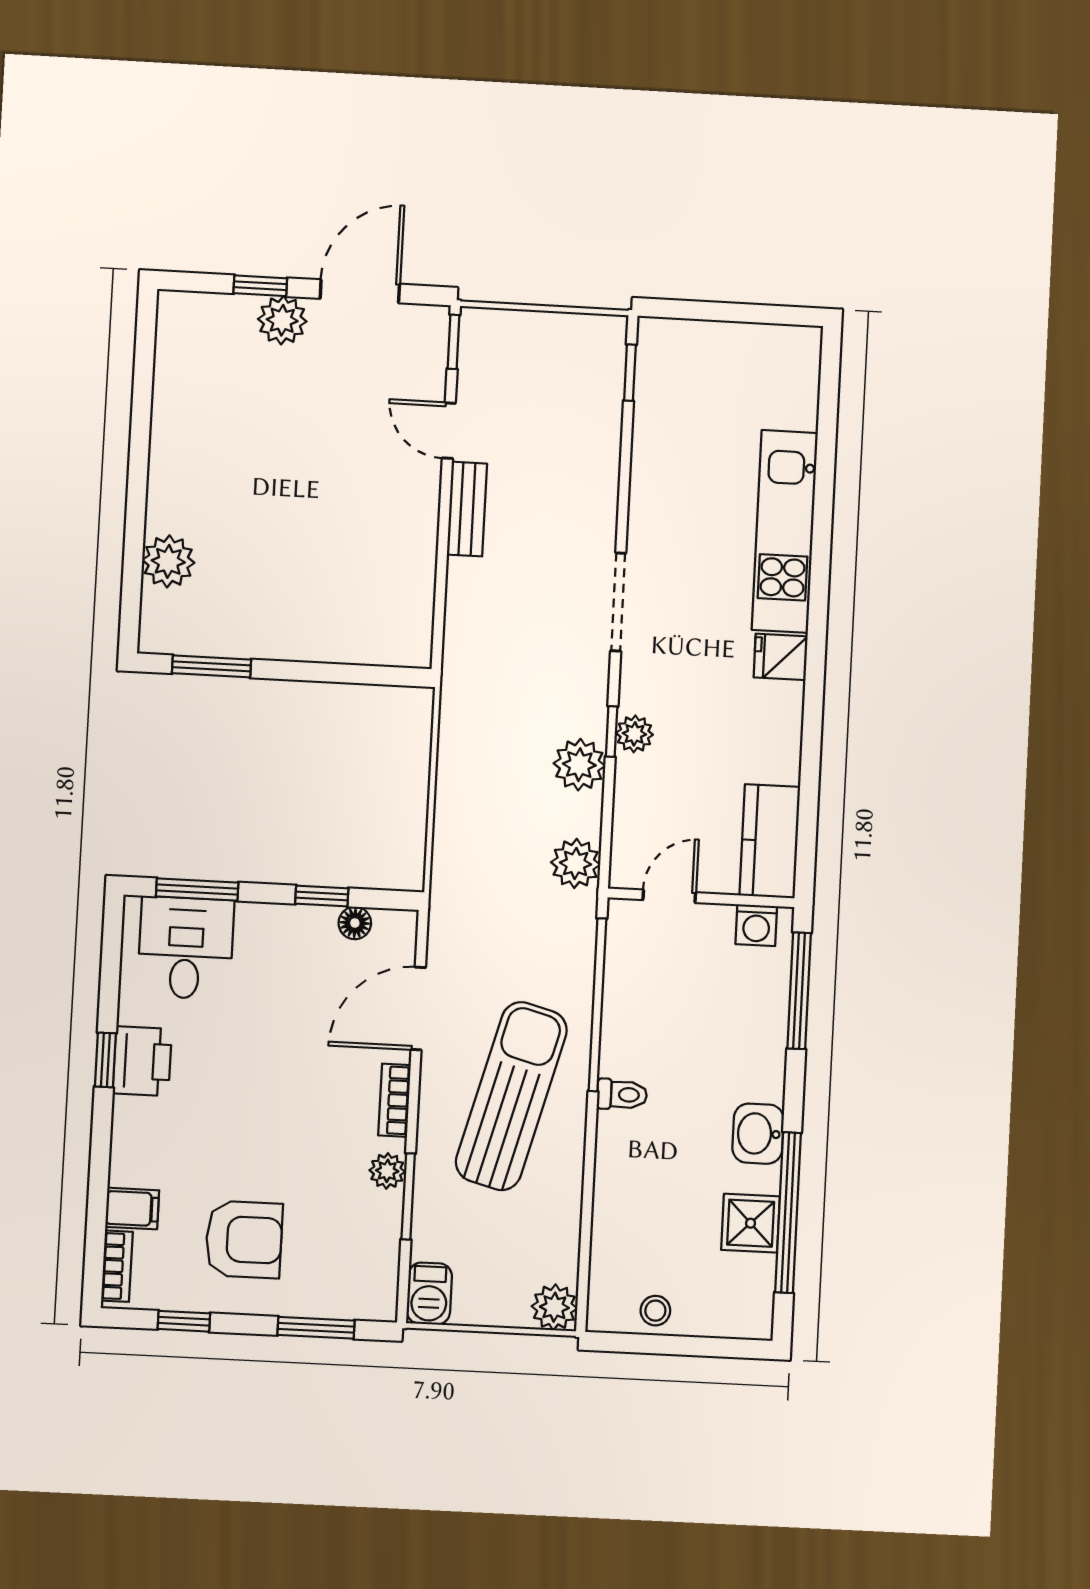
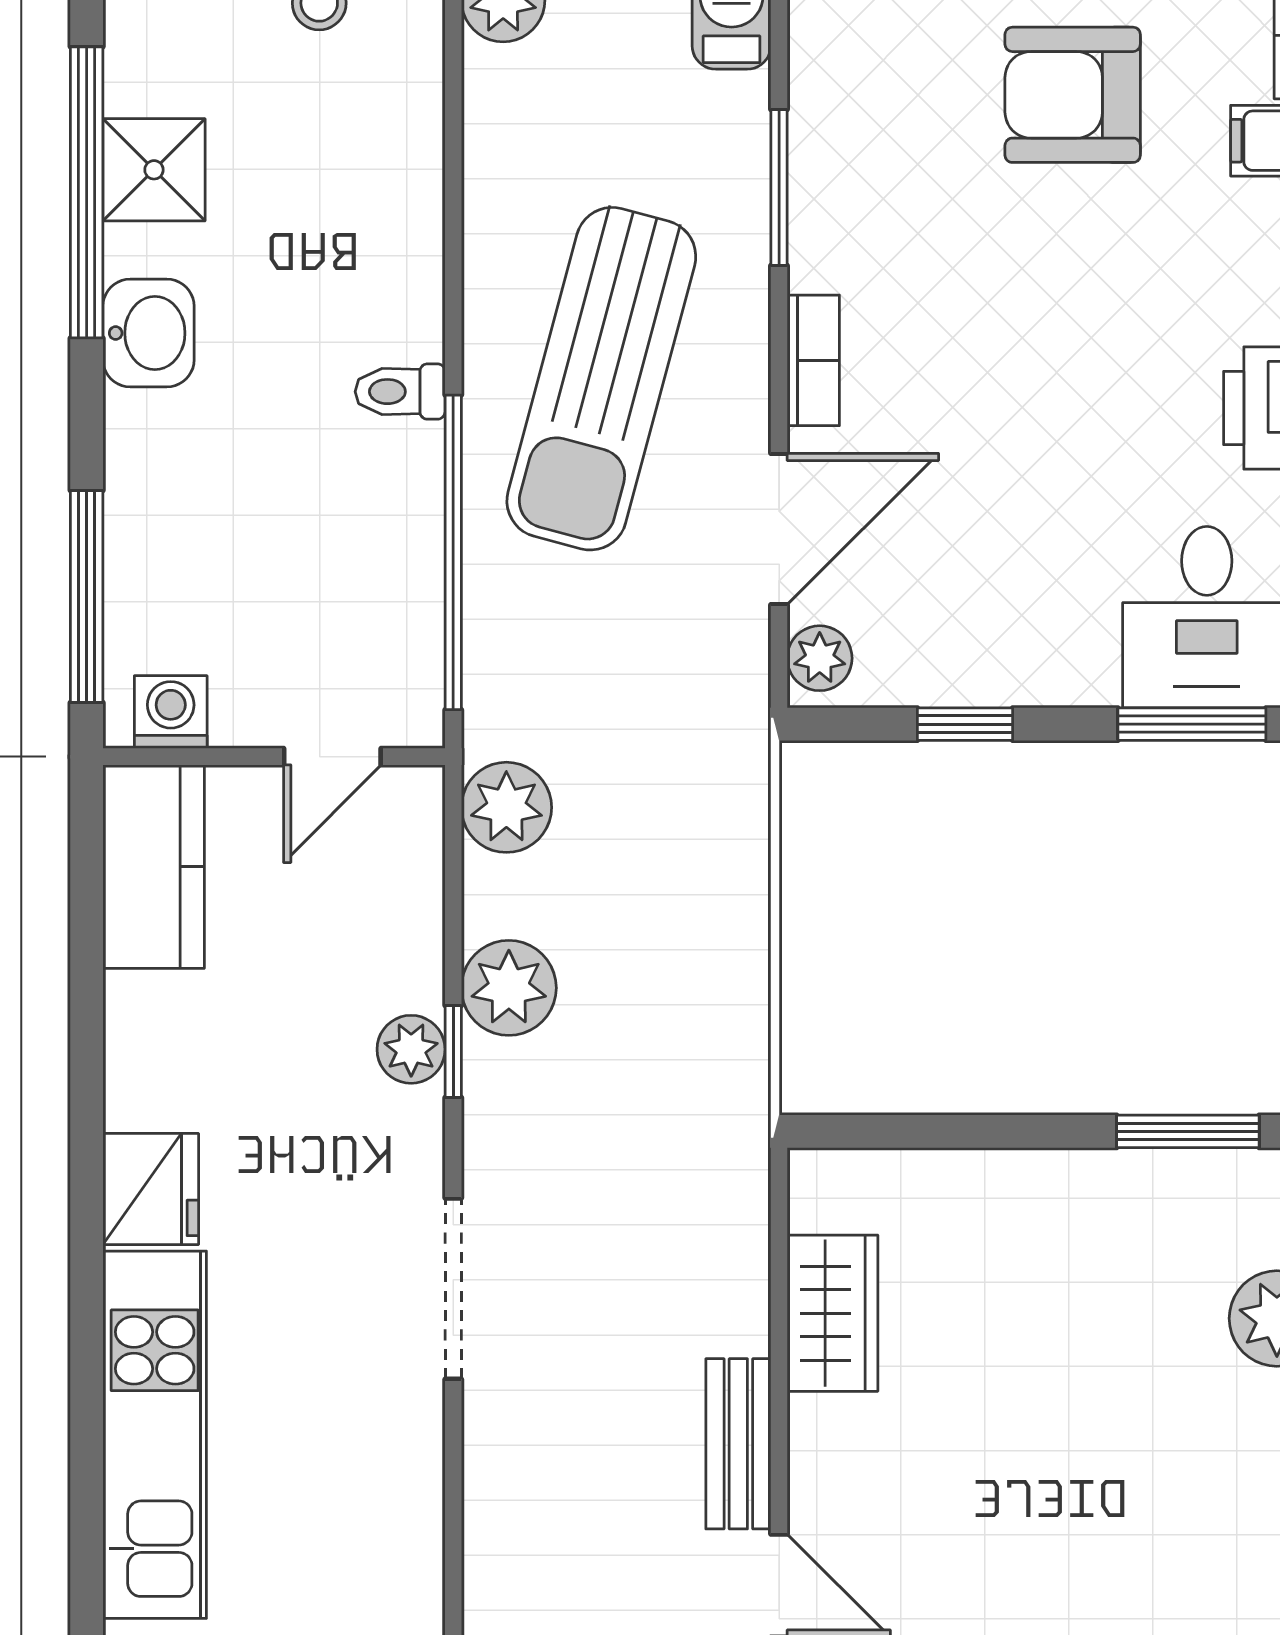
wardrobe: (412, 577) -> (832, 1313), added
fridge: (781, 657) -> (151, 1189), width x1.38
floor lamp: (355, 923) -> (902, 678), removed
plant: (387, 1171) -> (820, 658), moved

